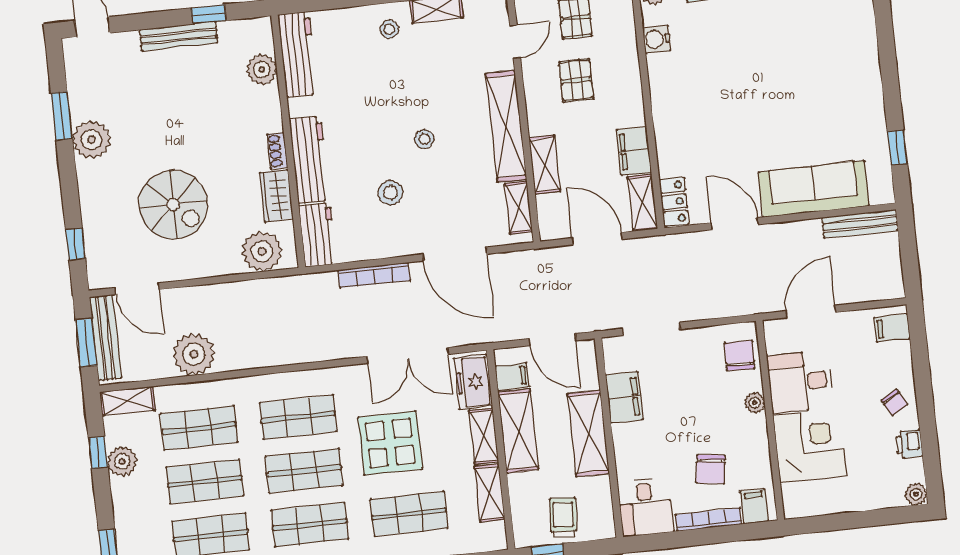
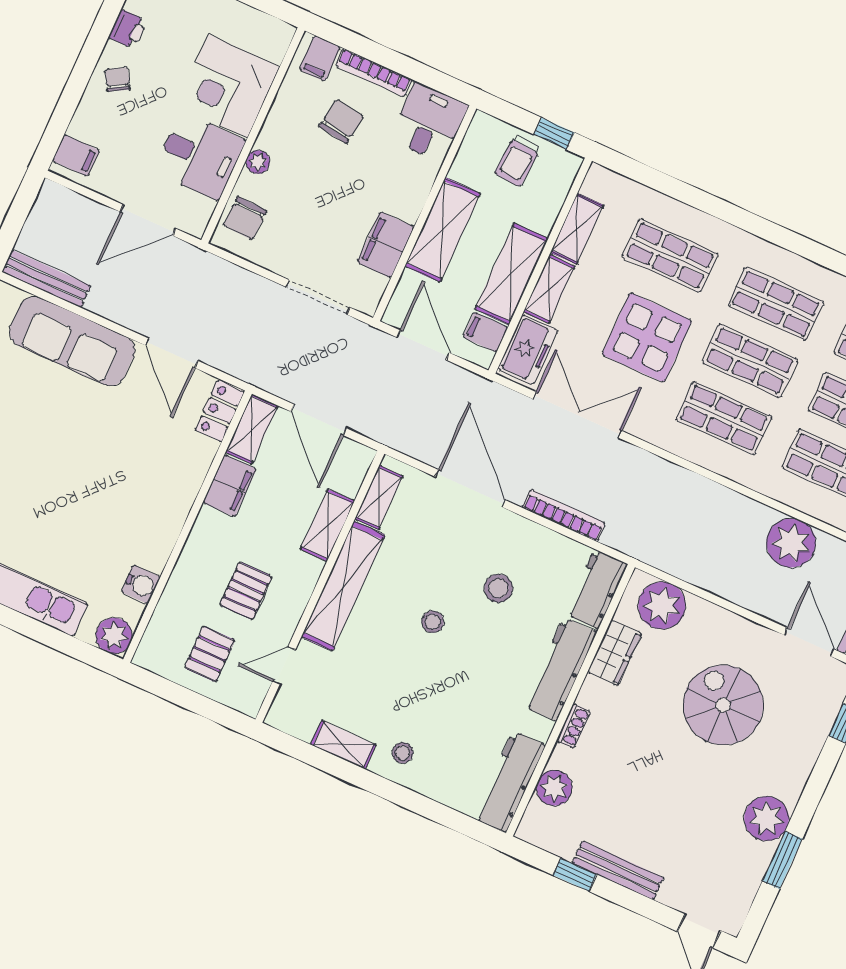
shoe rack: (277, 151) -> (574, 726), moved

